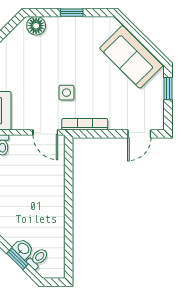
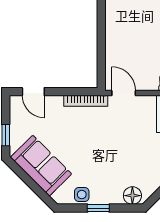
side table: (66, 93) -> (82, 194), moved
door: (139, 134) -> (33, 92), swing flipped

